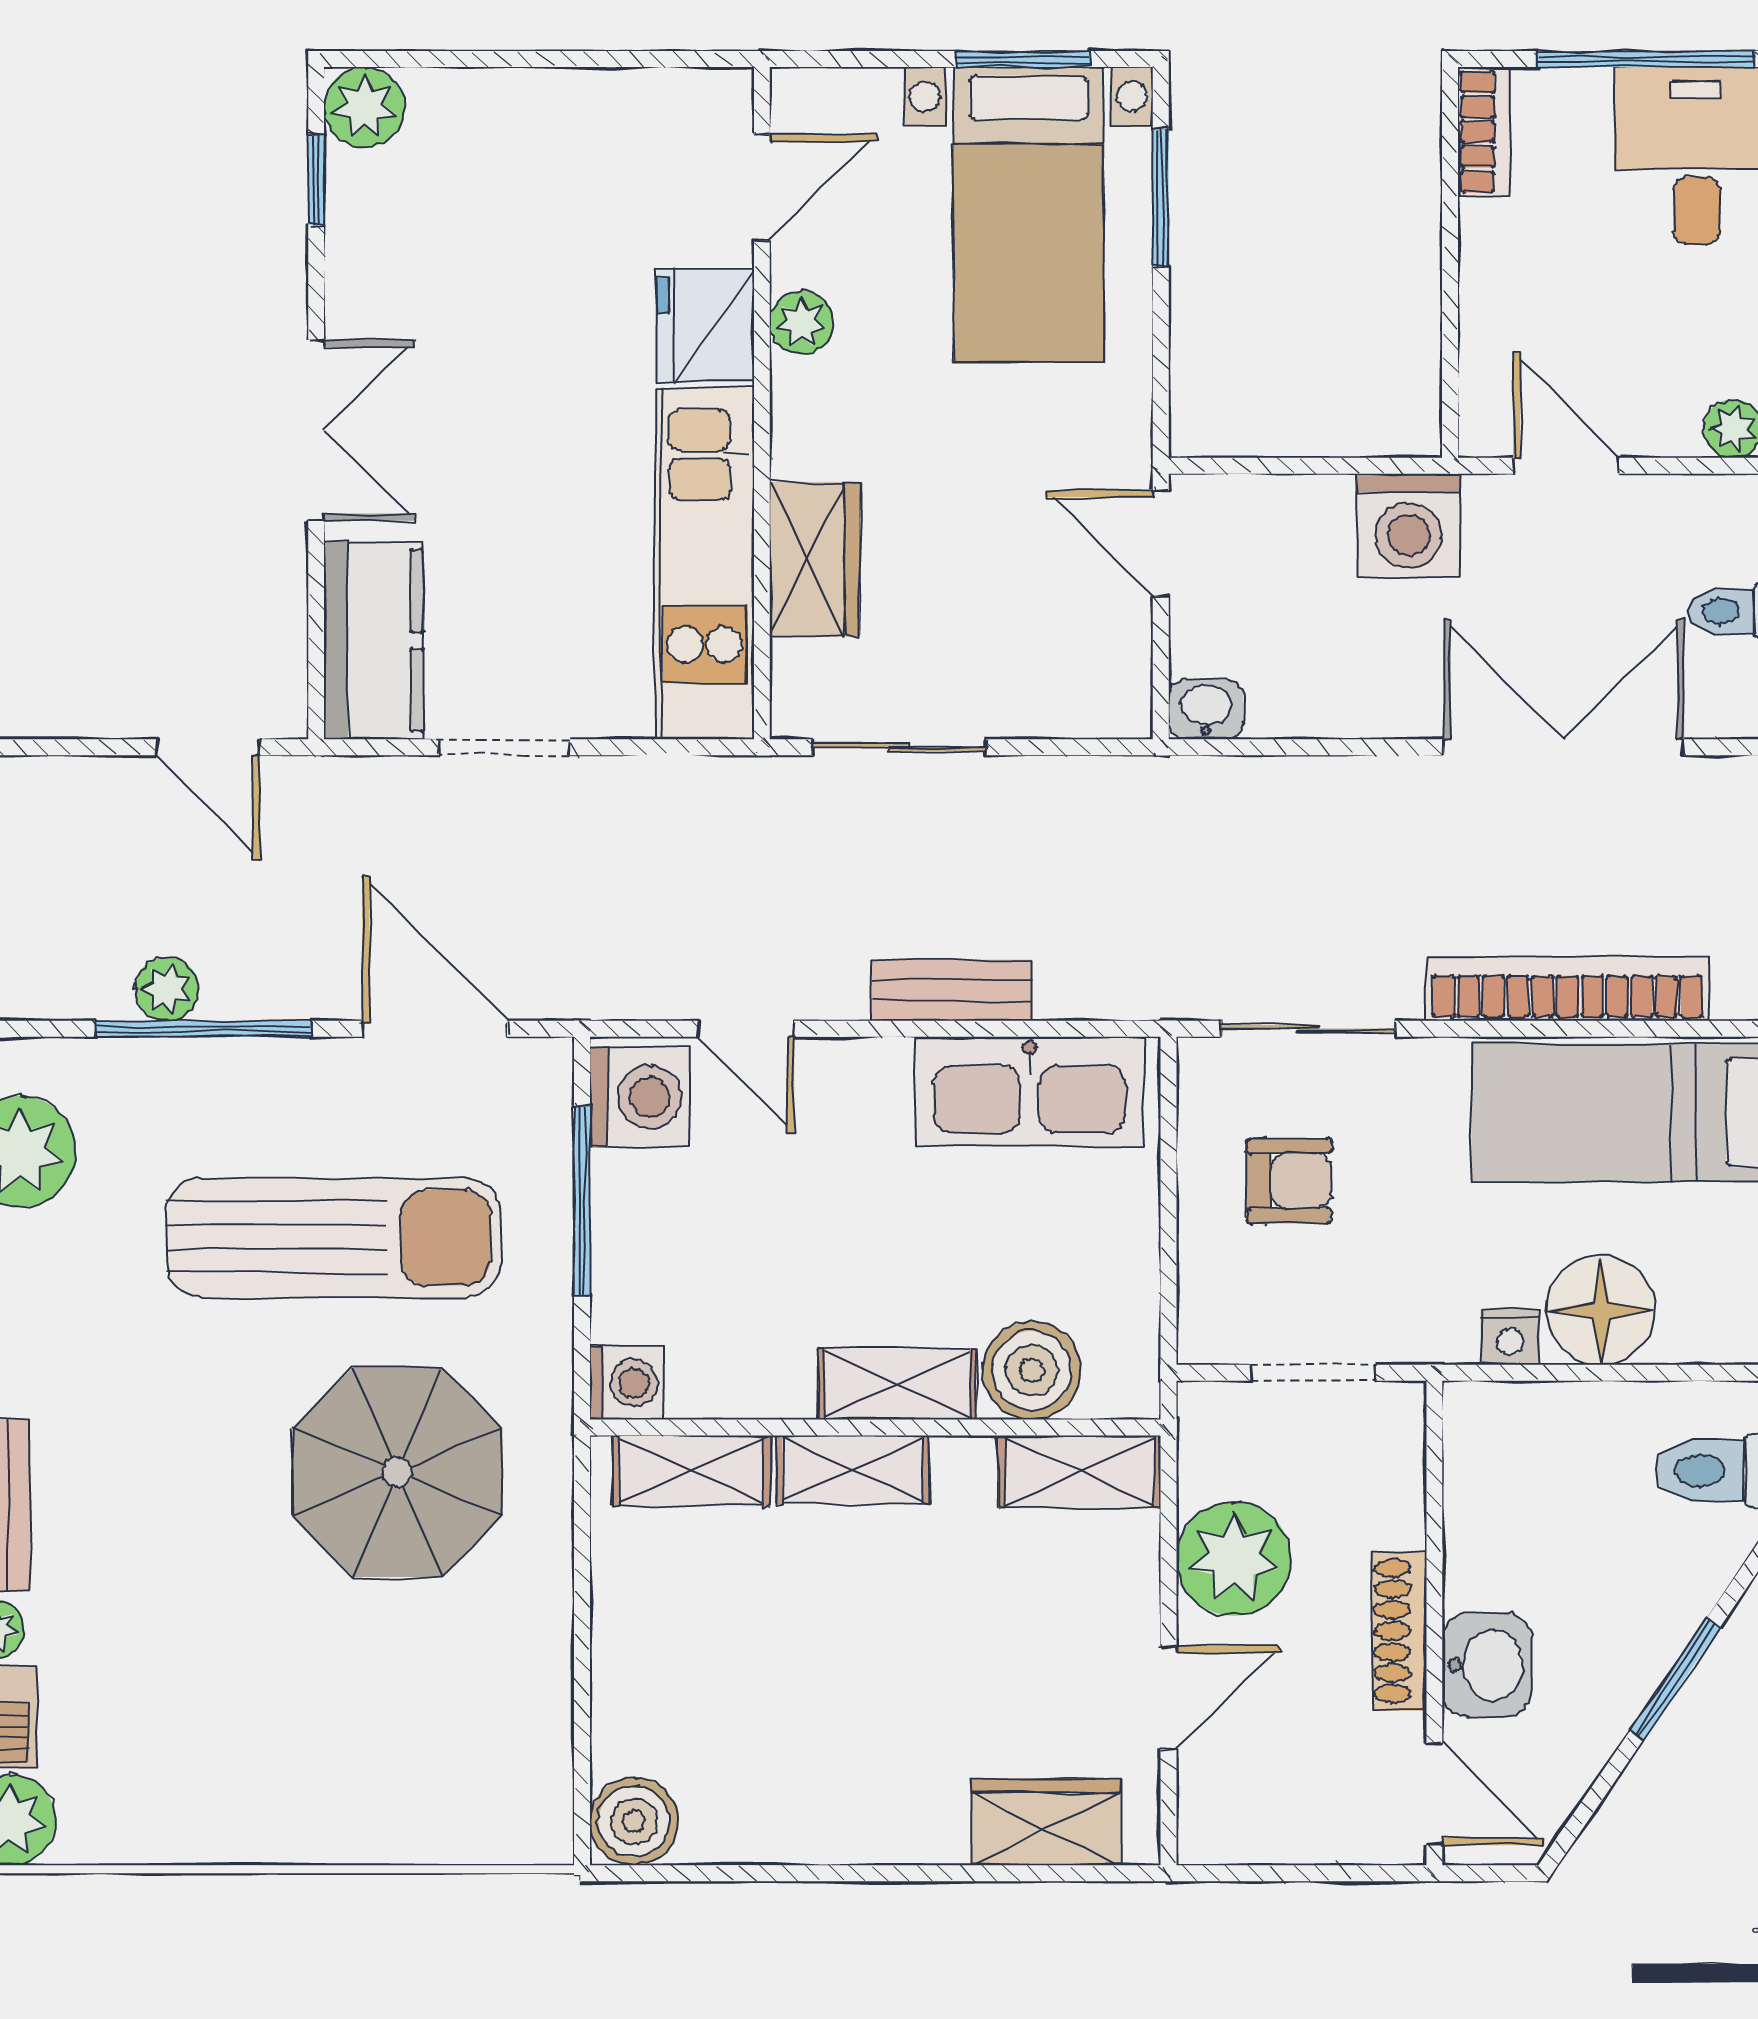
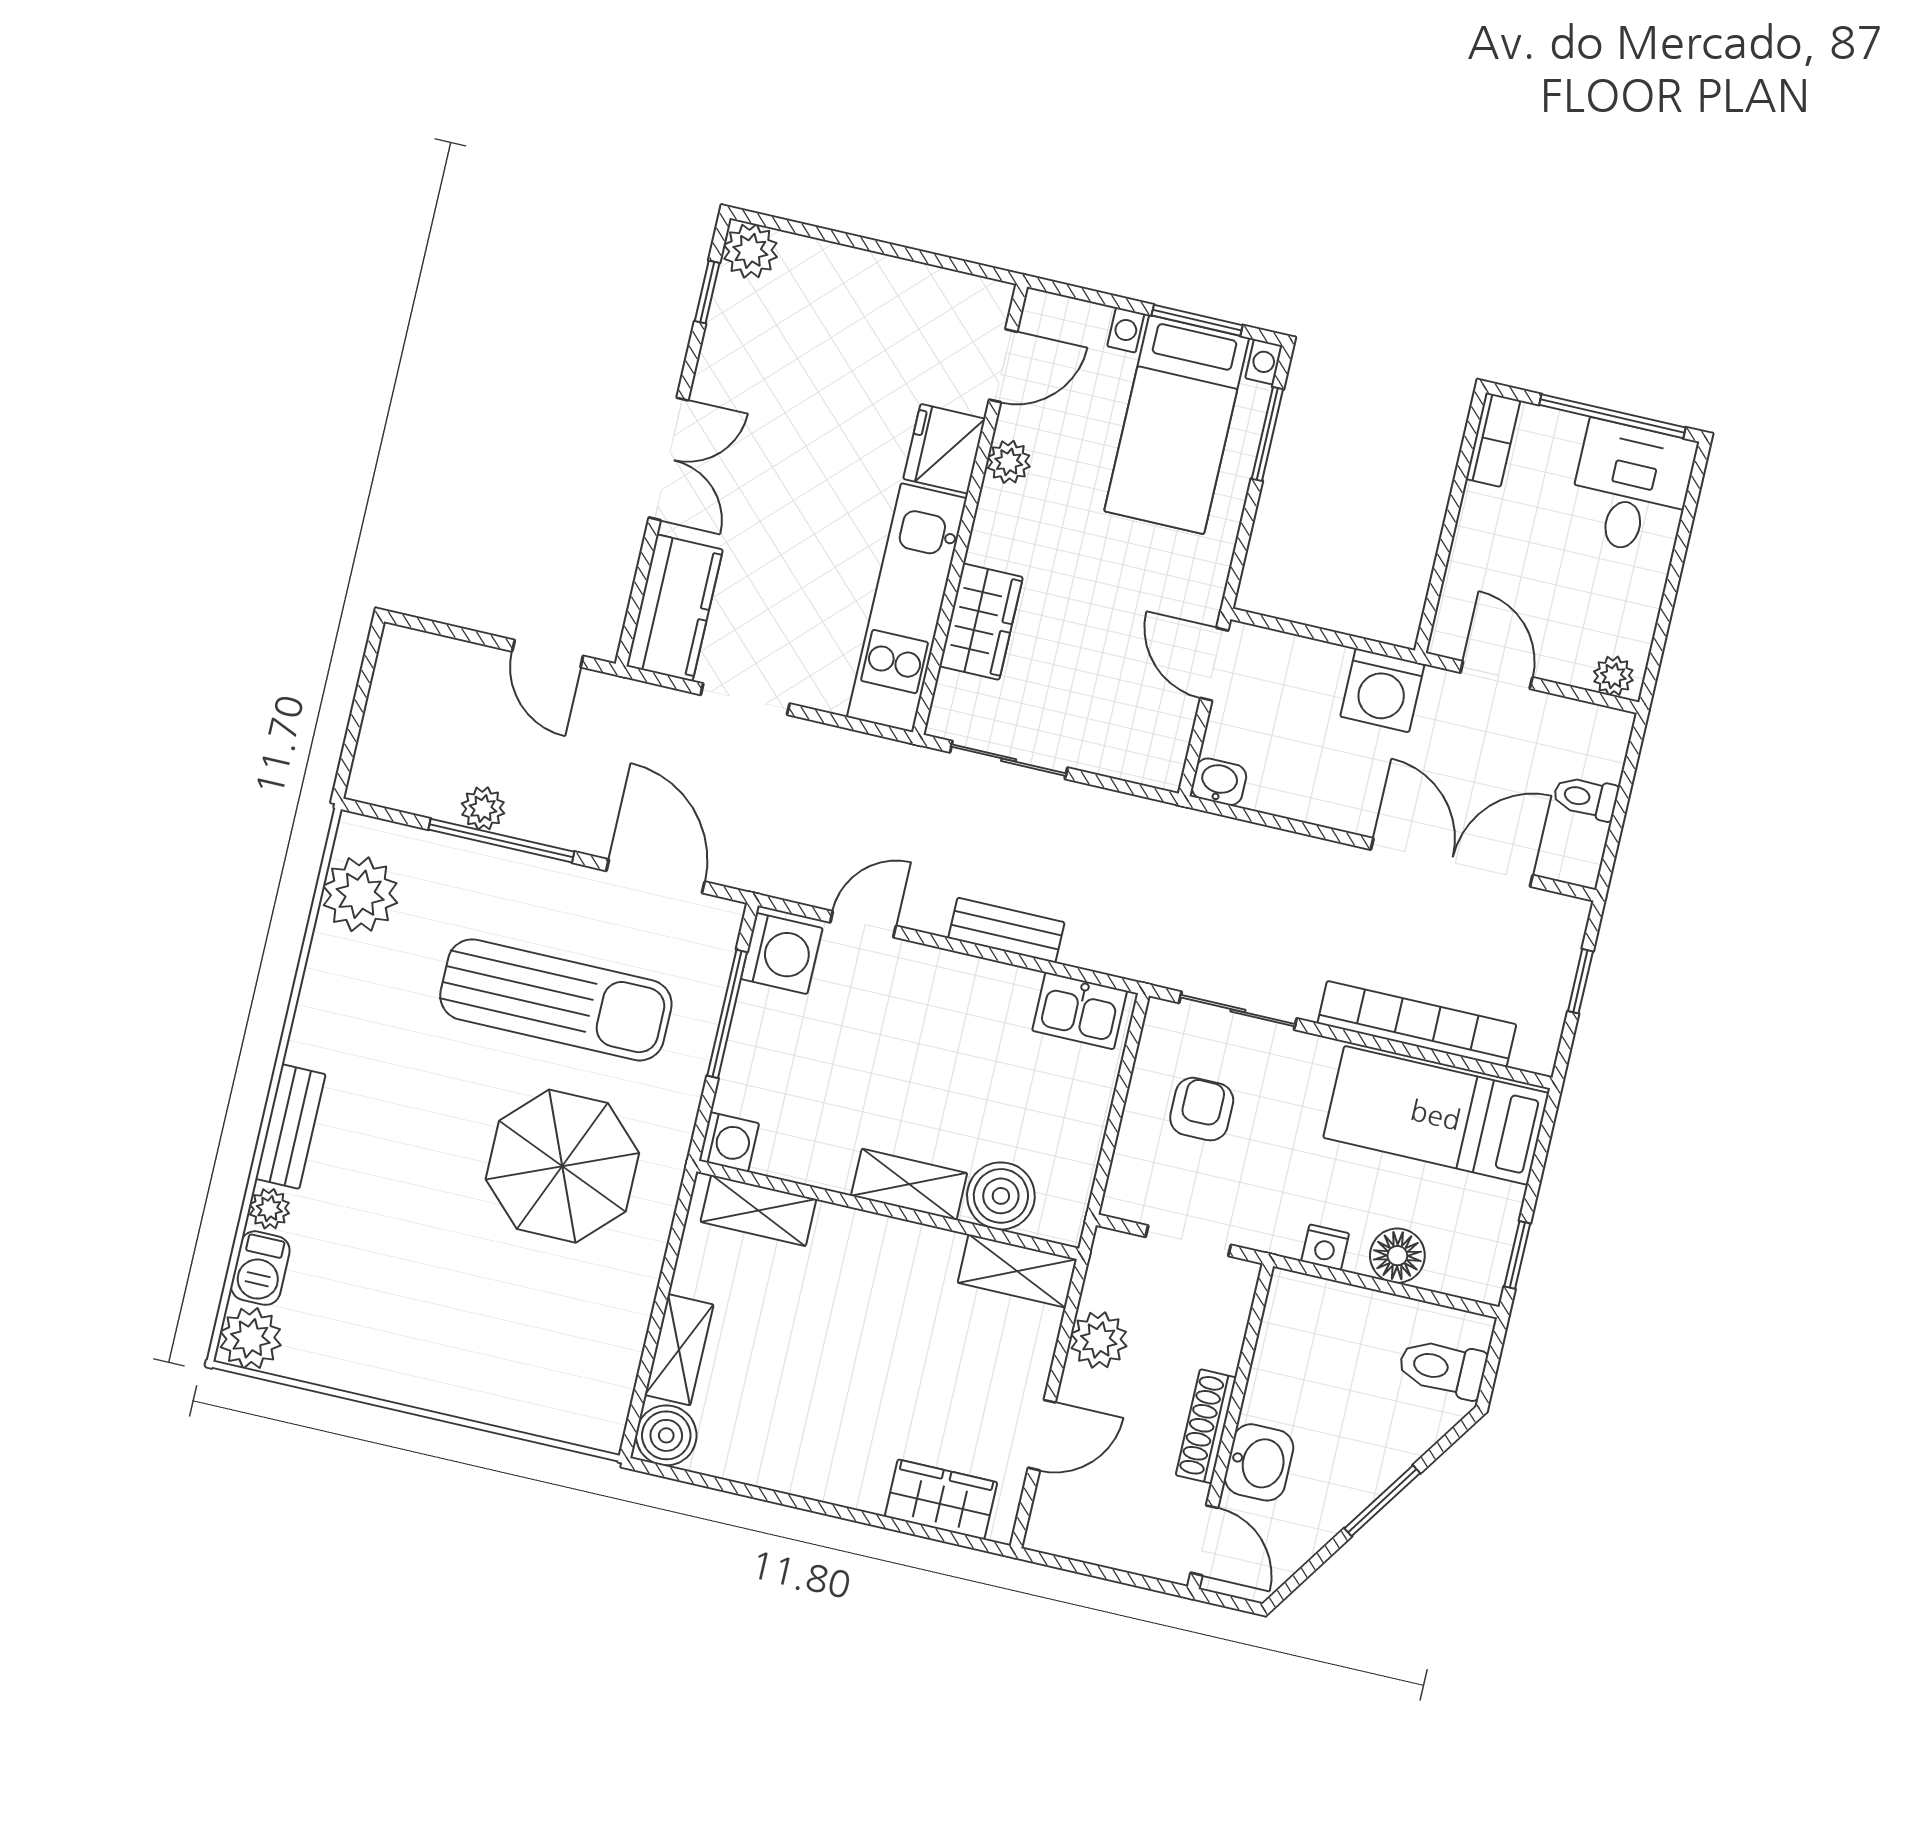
door: (746, 1029) -> (863, 924), swing flipped
kitchen sink: (1029, 1091) -> (1080, 1011), width x0.53, depth x0.81
armchair: (1289, 1181) -> (1202, 1109), turned -90
floor lamp: (1601, 1310) -> (1397, 1256), width x0.73, depth x0.73
shelving: (852, 1470) -> (679, 1350), moved, turned 90
plant: (1234, 1559) -> (1099, 1340), width x0.73, depth x0.73

